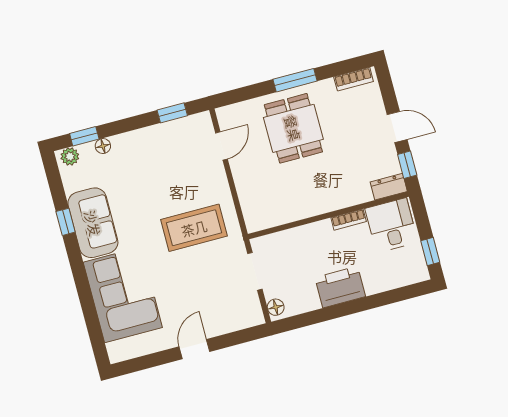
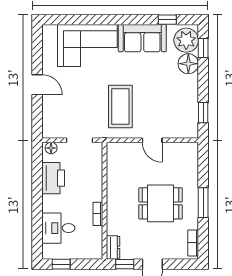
dining table: (293, 128) -> (161, 203), moved
floor lamp: (103, 146) -> (188, 64), width x1.89, depth x1.89
door: (221, 146) -> (152, 140), moved
plant: (70, 156) -> (186, 40), width x1.87, depth x1.87
window: (66, 222) -> (167, 20), moved
desk: (391, 225) -> (58, 228), moved, turned 180
printer: (340, 287) -> (53, 178), moved

